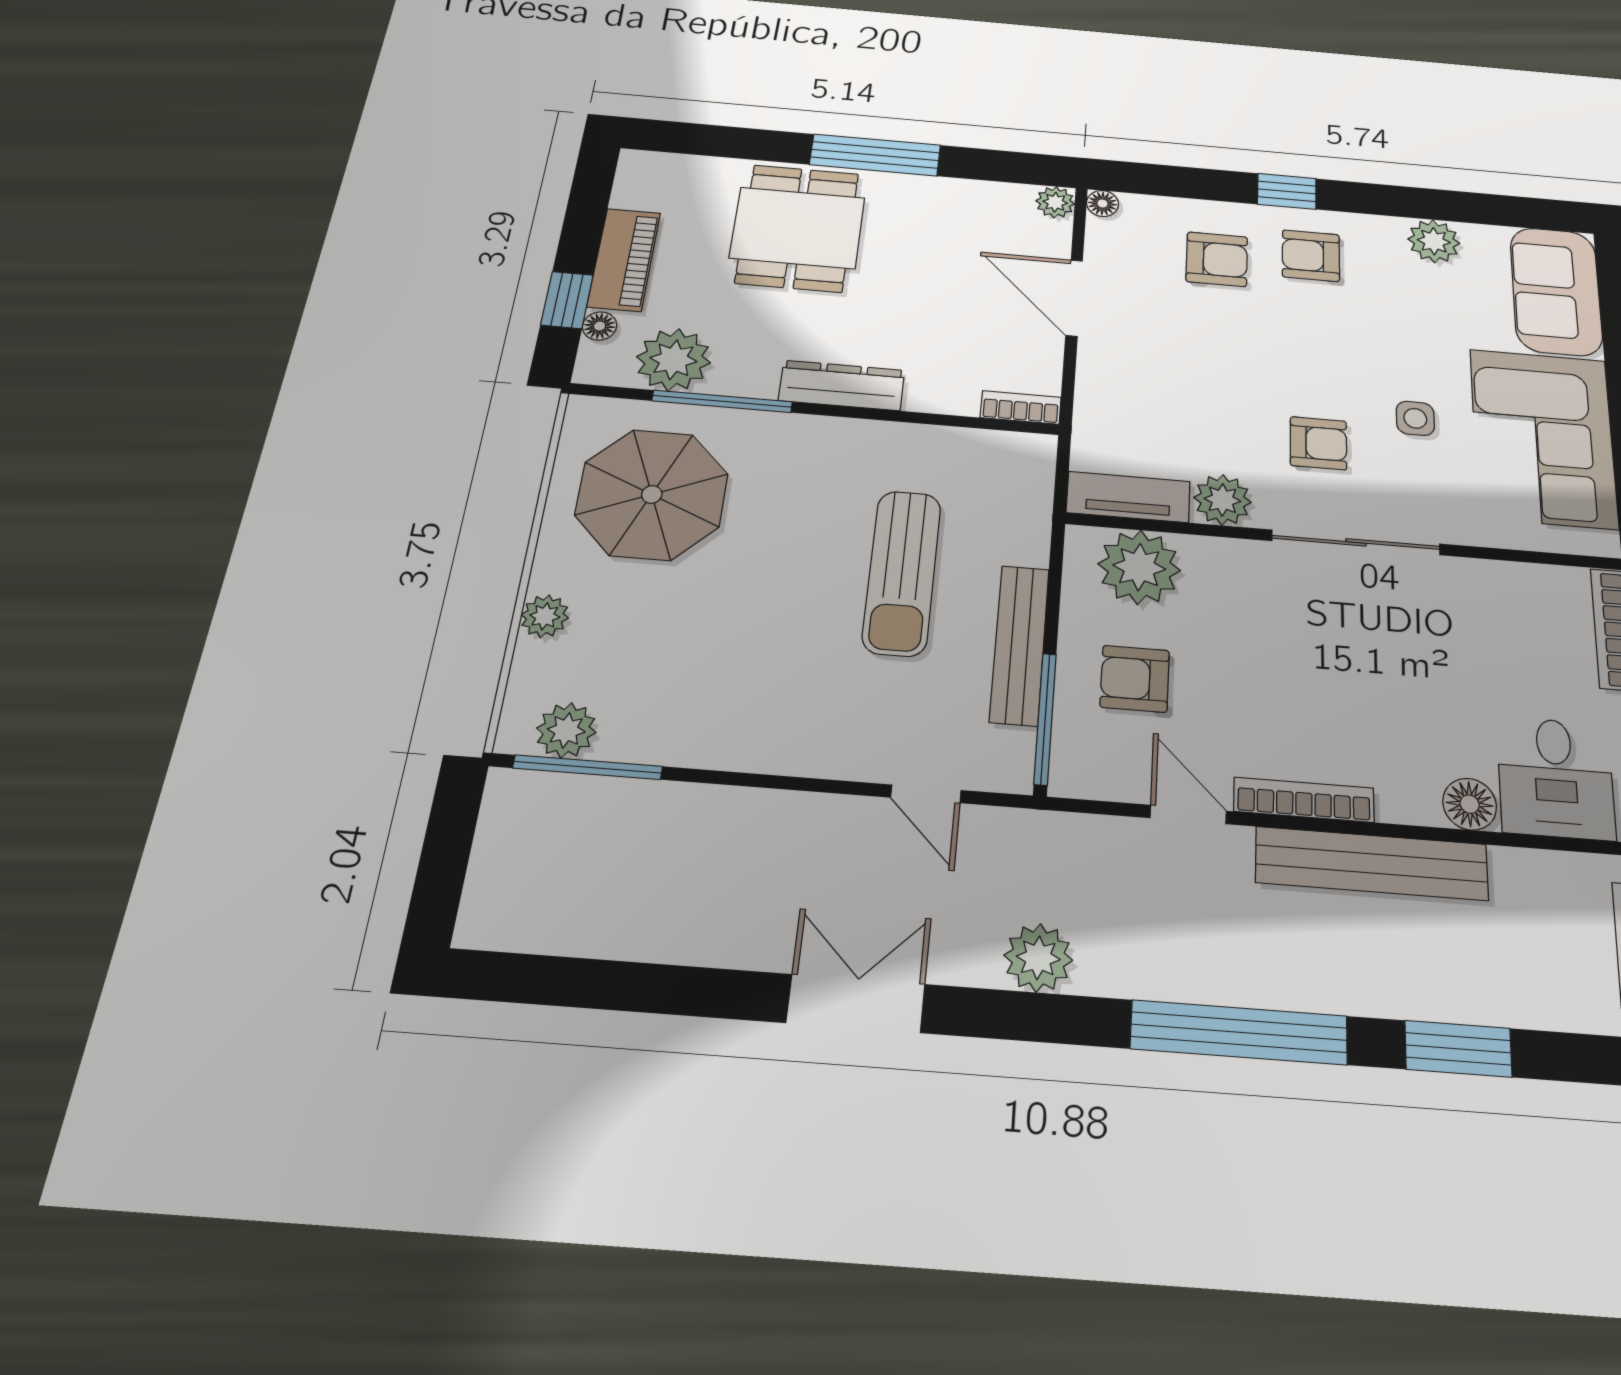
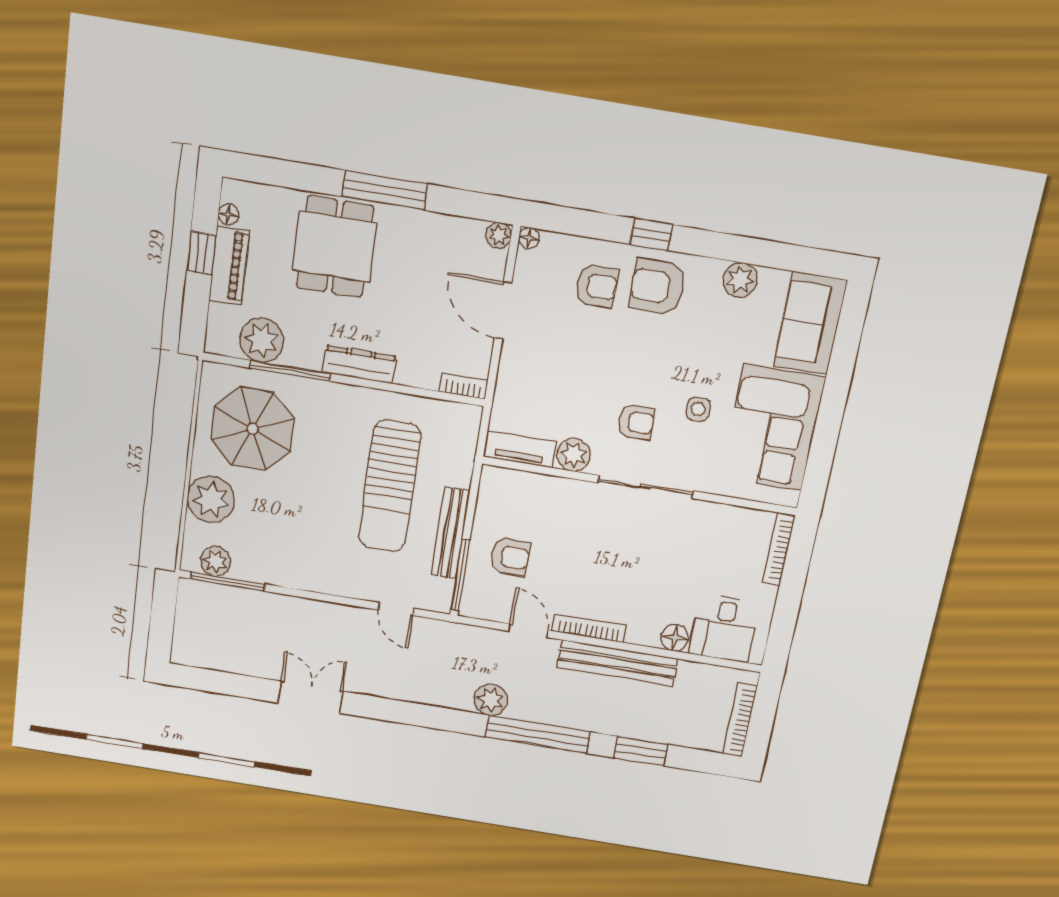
armchair: (1311, 256) -> (657, 287), width x1.38, depth x1.38
window: (567, 300) -> (201, 253), moved
floor lamp: (600, 326) -> (228, 214), moved
plant: (1139, 567) -> (520, 493), removed
sun lounger: (902, 572) -> (389, 486), width x1.36, depth x1.34
plant: (545, 616) -> (211, 500), width x1.88, depth x1.88
armchair: (1135, 679) -> (510, 557), turned 180
plant: (1038, 958) -> (491, 700), moved
double door: (856, 1003) -> (310, 697), moved

